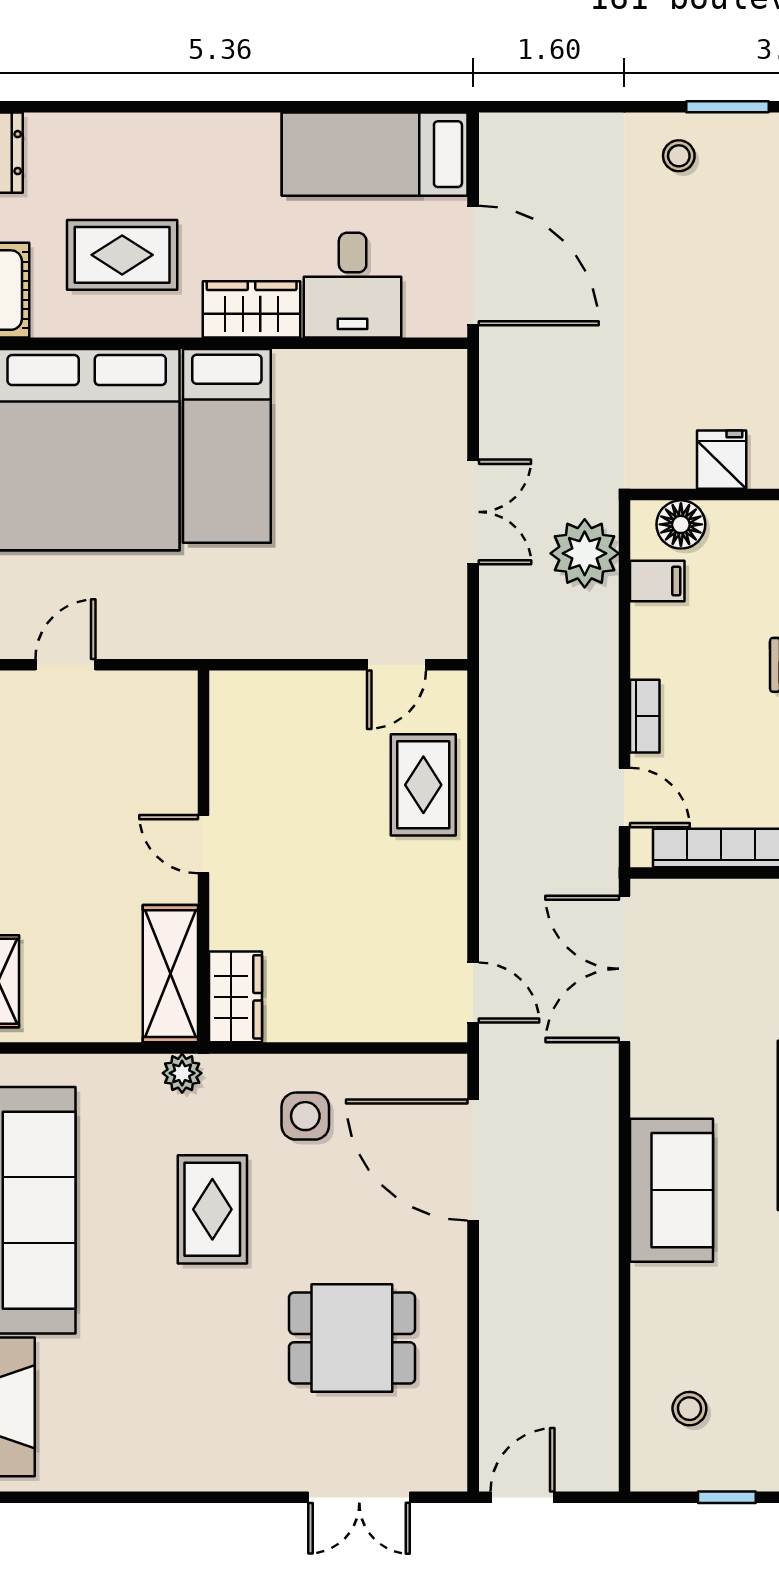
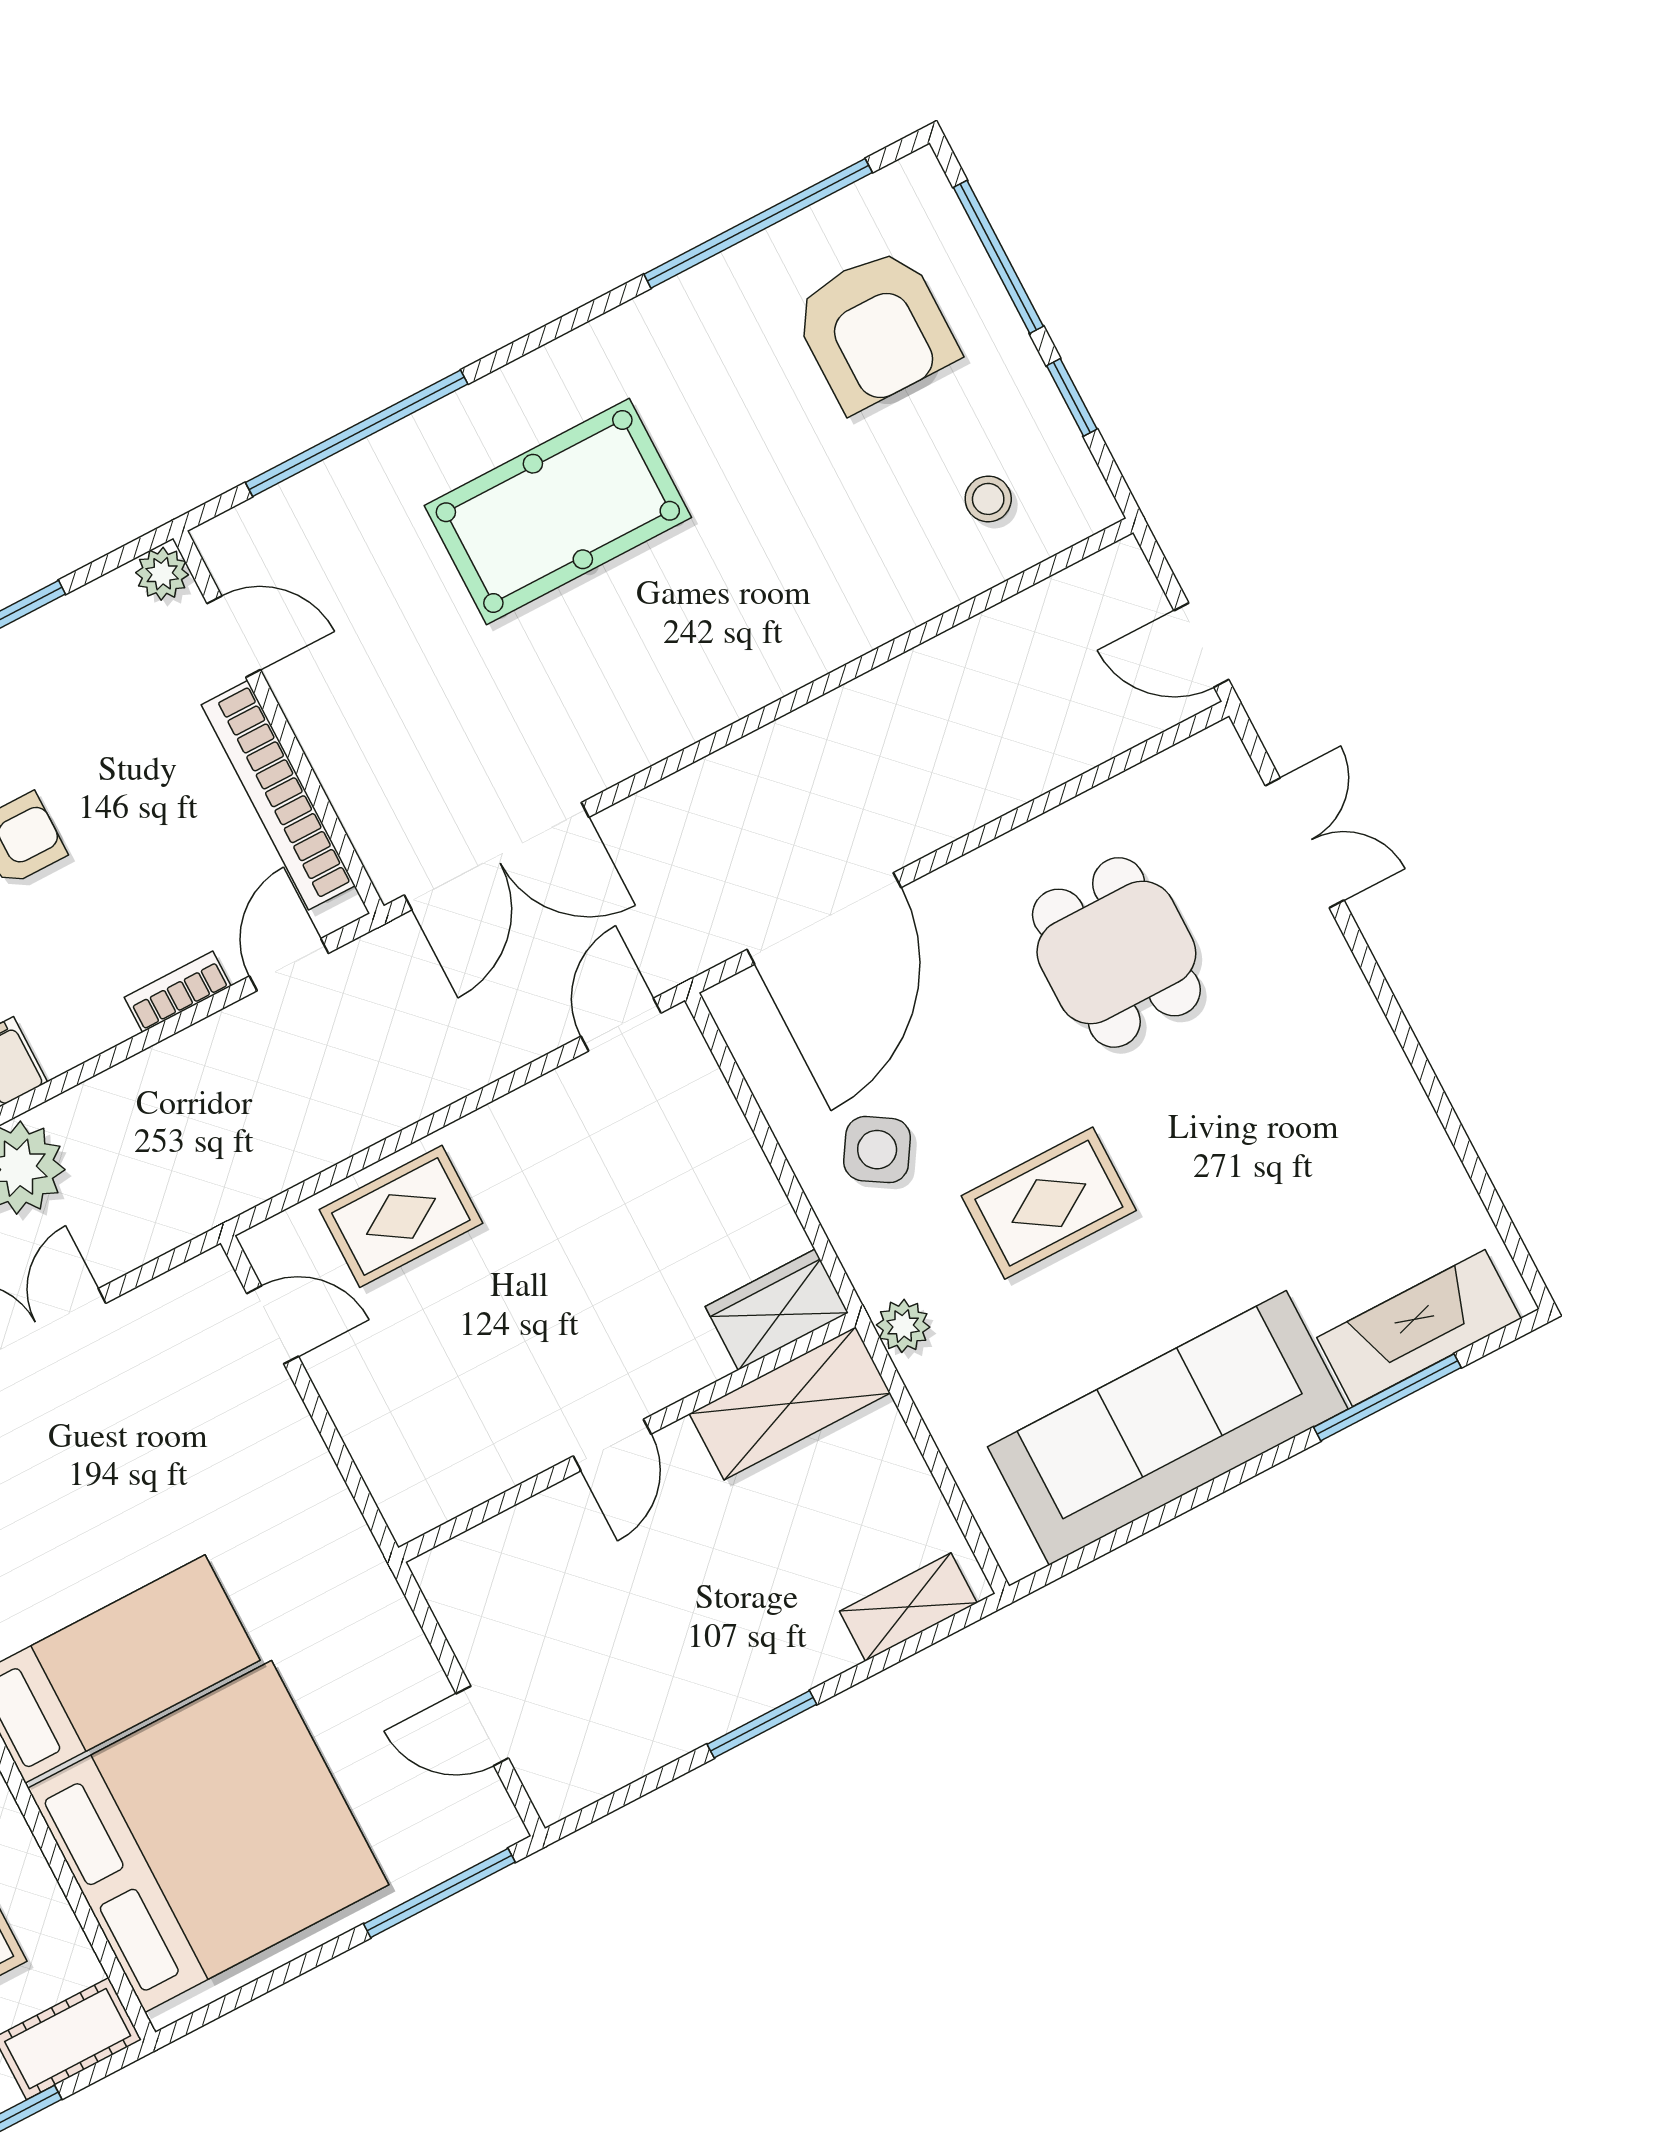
side table: (305, 1116) -> (877, 1150), turned 32
sofa: (672, 1190) -> (735, 659), removed

